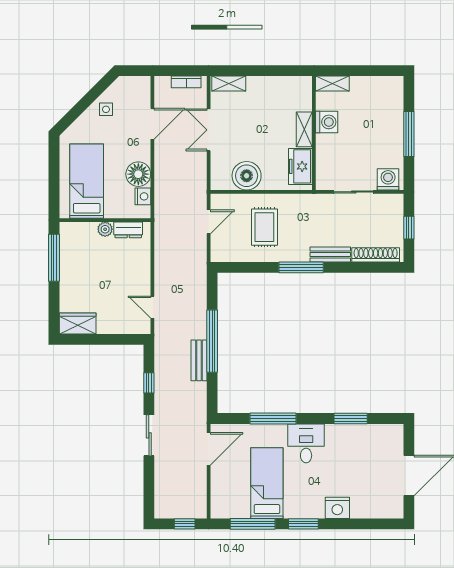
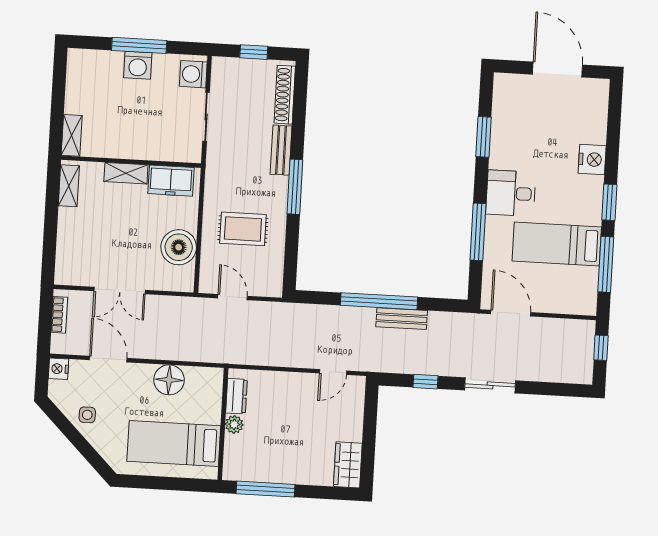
shelving: (229, 84) -> (69, 186), moved
washing machine: (327, 122) -> (138, 65), moved, turned 180
nightstand: (143, 196) -> (59, 369), moved, turned -90

